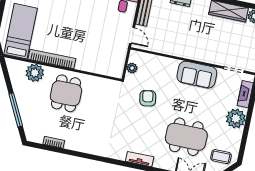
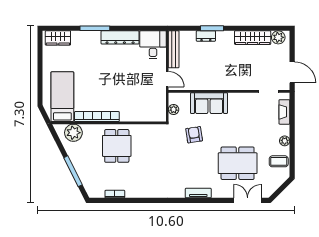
plant: (35, 73) -> (73, 133), moved
sofa: (197, 75) -> (209, 103), moved
plant: (236, 118) -> (285, 141), width x0.53, depth x0.53
coffee table: (221, 157) -> (279, 161), moved

